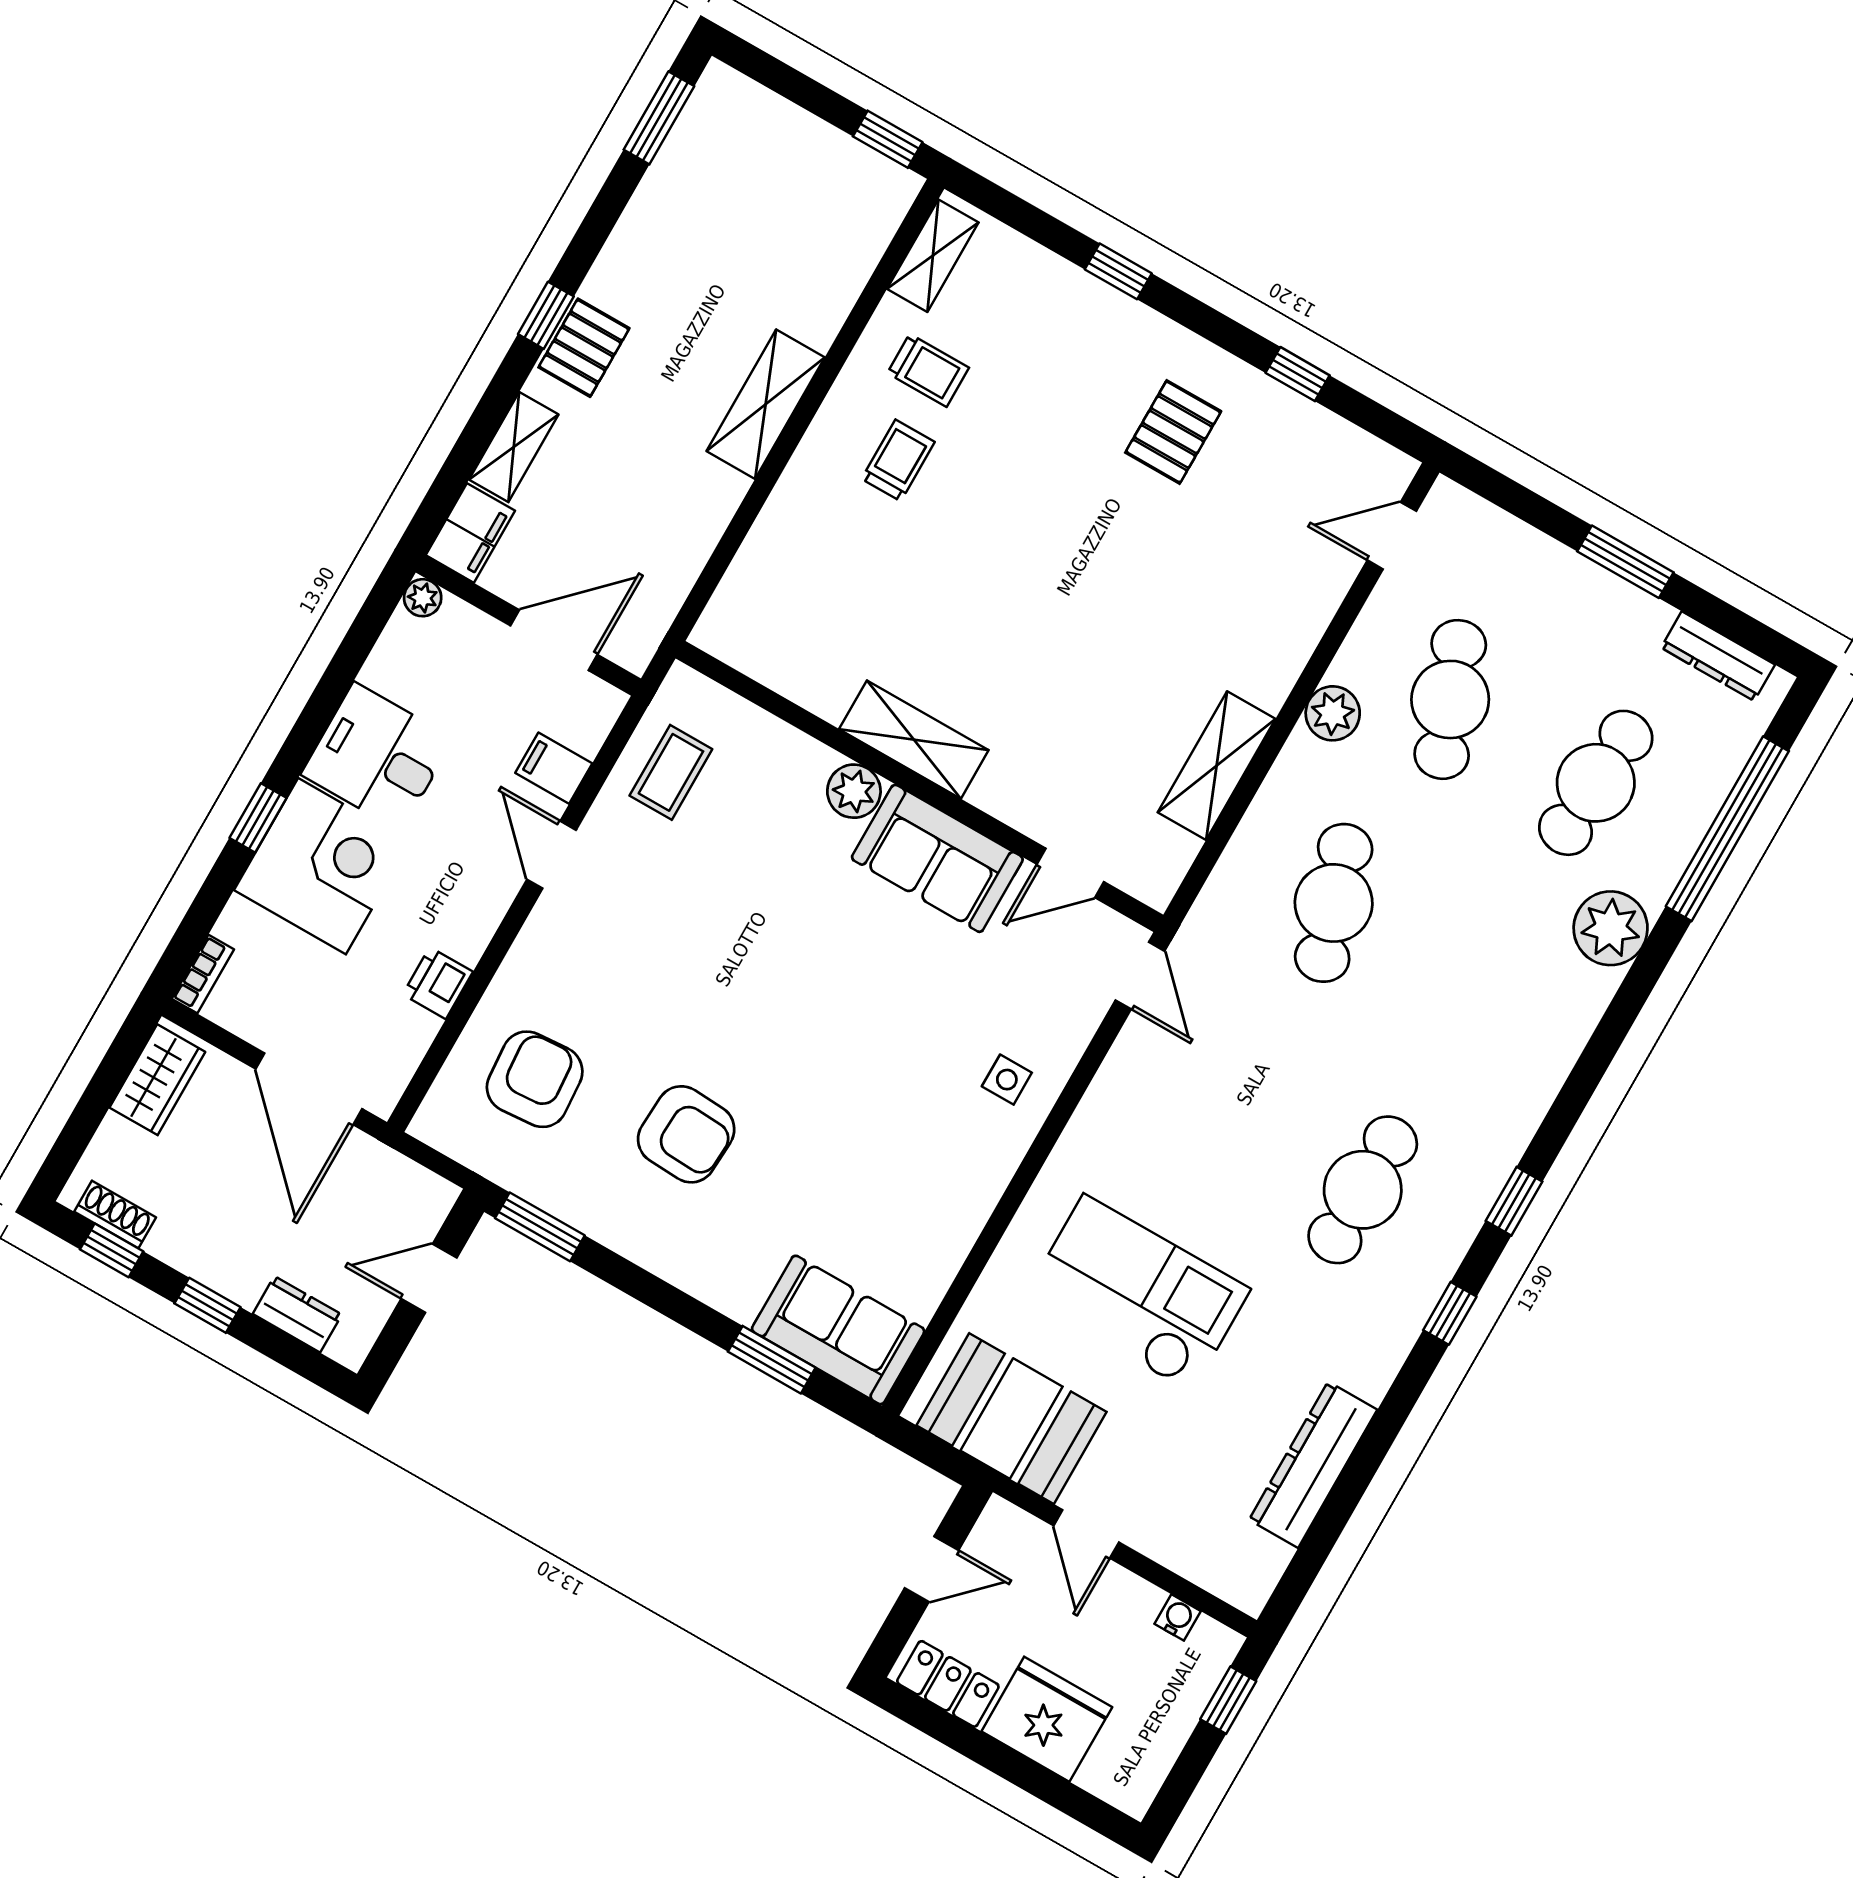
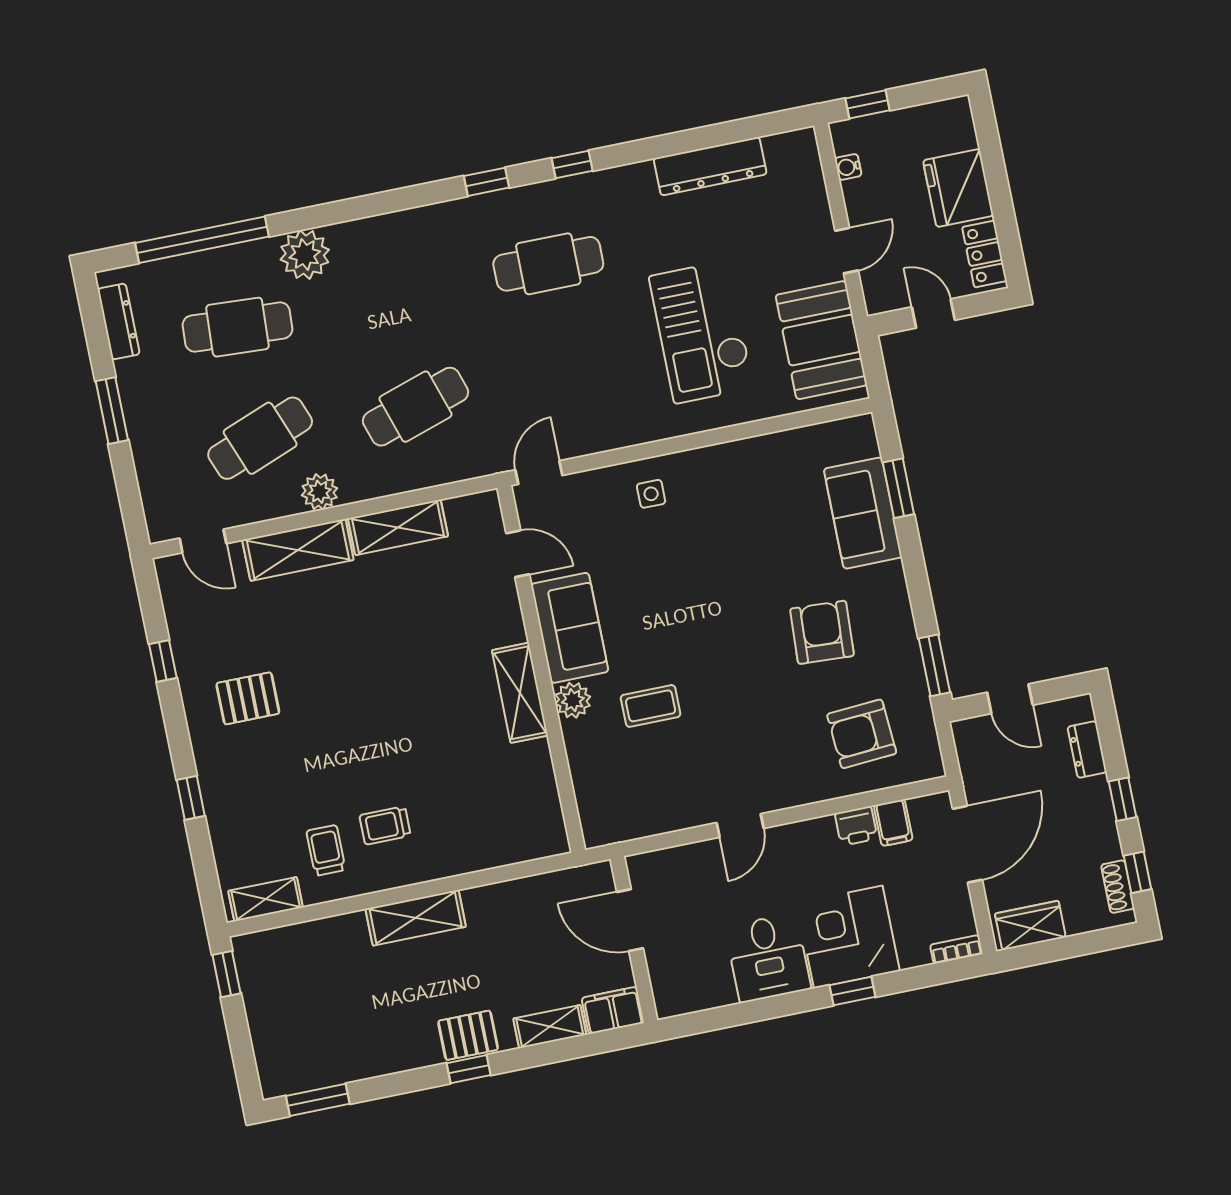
plant: (423, 598) -> (667, 1006), removed
shelving: (1289, 632) -> (298, 550), added
filing cabinet: (554, 768) -> (893, 823), moved
coffee table: (671, 772) -> (651, 706), moved
sofa: (838, 1330) -> (863, 513), moved

